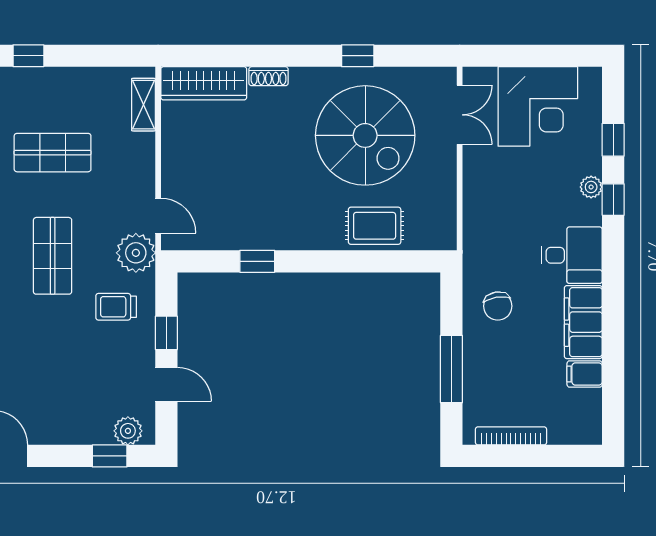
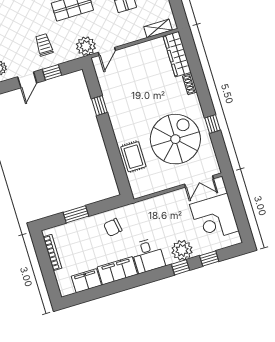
spiral stairs: (365, 135) -> (175, 139), turned 180
plant: (591, 187) -> (182, 250), width x1.87, depth x1.87
trolley: (116, 307) -> (44, 45), moved
window: (451, 369) -> (76, 214), width x0.69
filing cabinet: (585, 374) -> (86, 281), width x2.00

